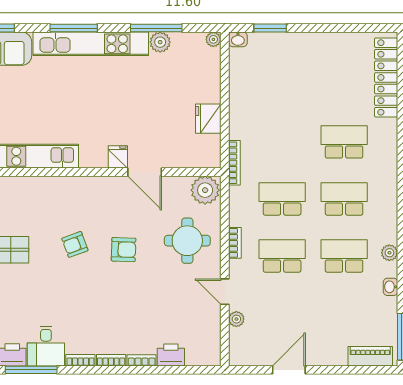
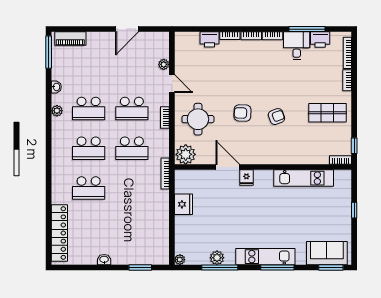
washbasin: (238, 39) -> (104, 260), moved
kitchen unit: (91, 44) -> (265, 257), width x0.73

